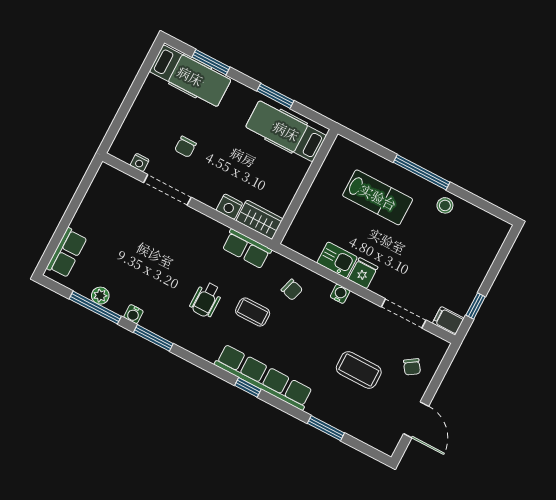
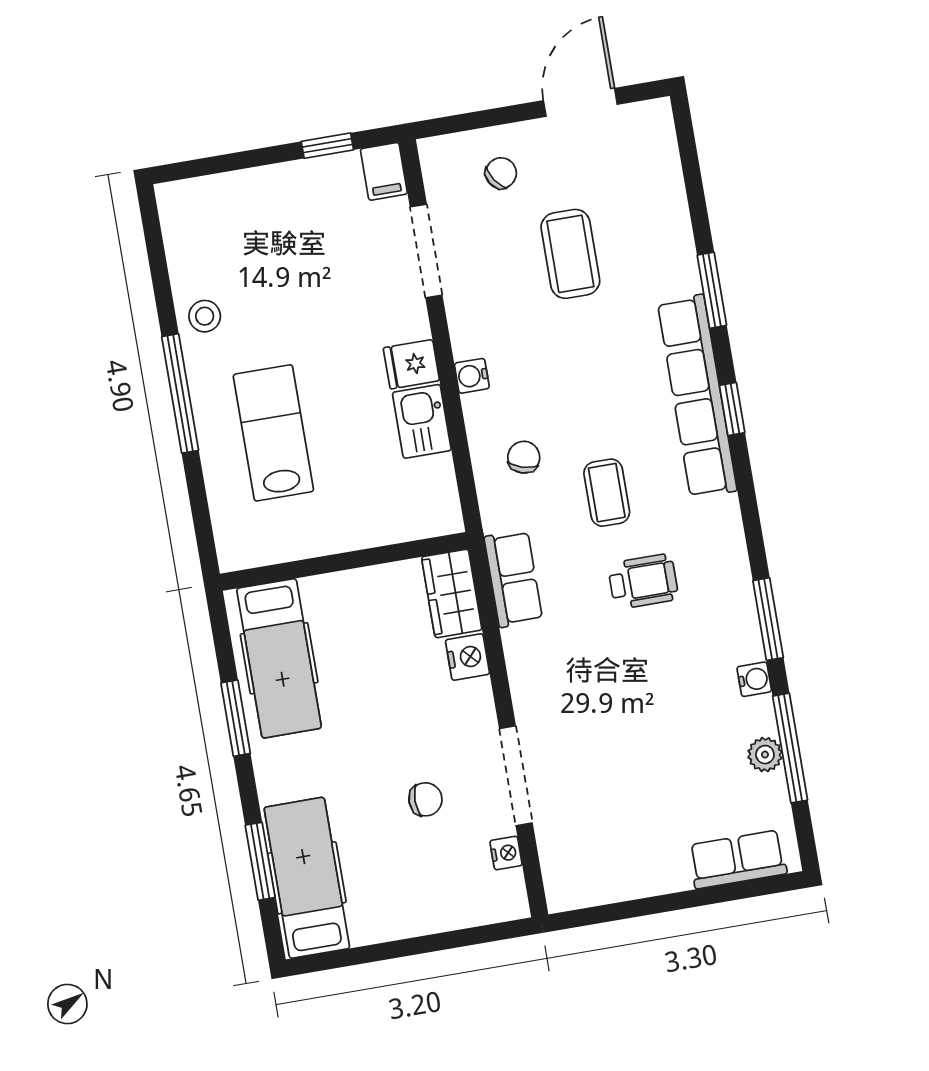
window: (326, 428) -> (712, 290), moved

